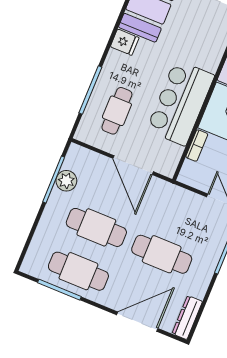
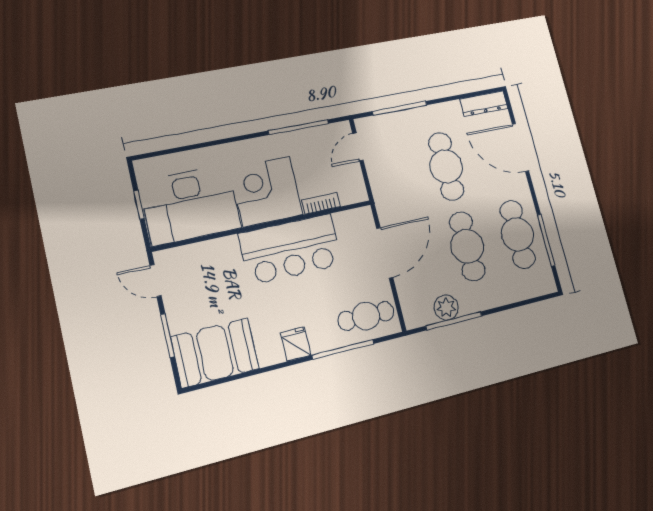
fridge: (125, 42) -> (296, 344), moved
cafe table: (117, 111) -> (366, 316), moved

